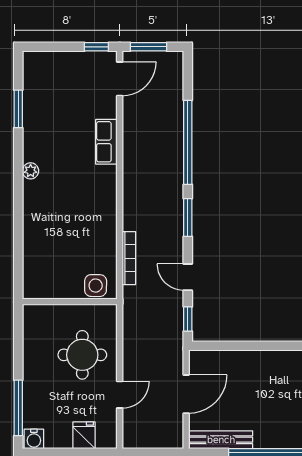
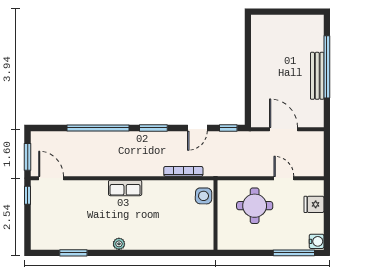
row of seats: (106, 142) -> (125, 188), moved
bench: (221, 440) -> (317, 76), moved

